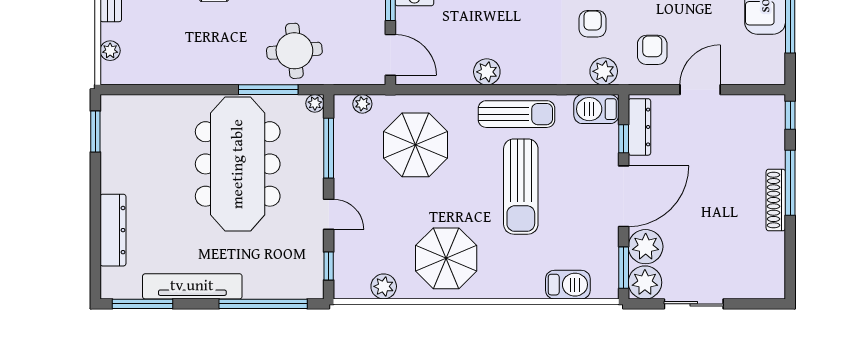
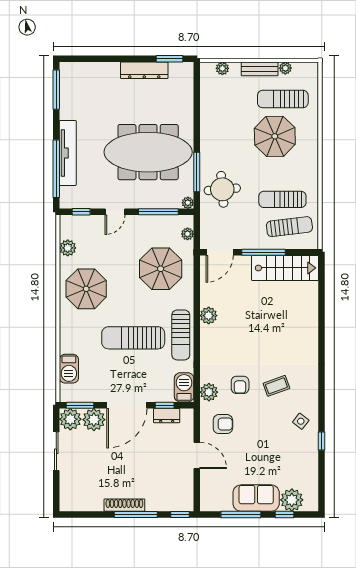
armchair: (593, 24) -> (240, 385), turned 90
dresser: (639, 127) -> (167, 416), width x0.70
door: (624, 196) -> (127, 405), hinge flipped
dresser: (113, 230) -> (144, 70), moved
tv unit: (192, 286) -> (68, 153), moved

